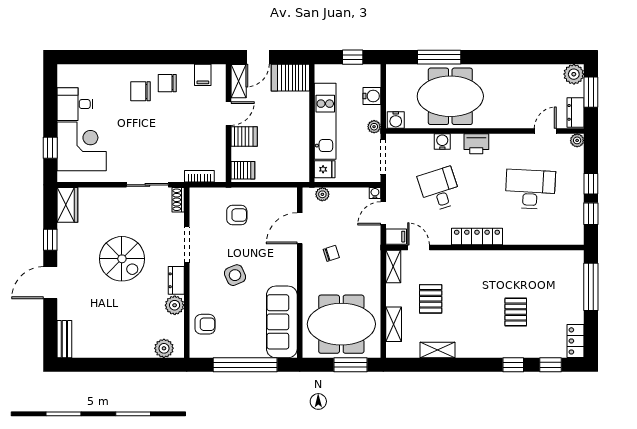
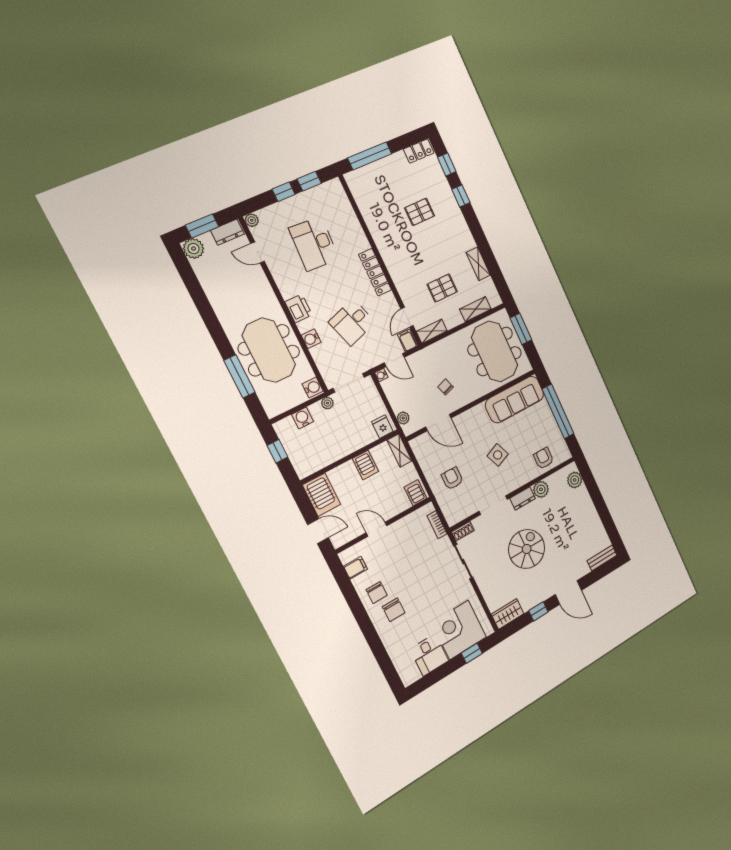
shelving: (239, 81) -> (400, 451), moved, turned 90
kitchen unit: (325, 121) -> (343, 446), removed
server rack: (244, 137) -> (365, 465), moved, turned 180

